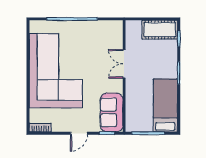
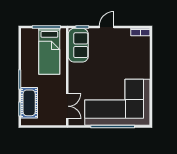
cot: (160, 30) -> (29, 103), moved, turned 90
double door: (124, 64) -> (67, 106), moved
corner sofa: (56, 71) -> (117, 102), moved, turned 90
bed: (165, 105) -> (49, 51), moved

